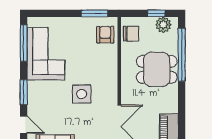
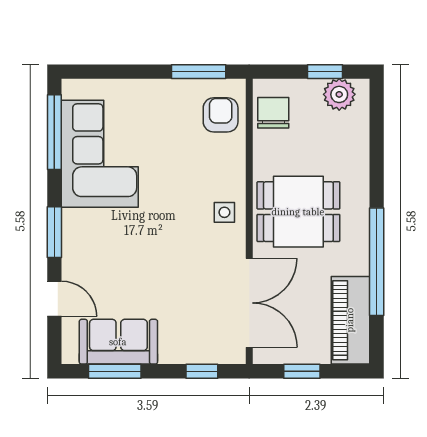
chair: (131, 34) -> (273, 113), turned -90
window: (182, 55) -> (377, 262), moved
dining table: (157, 69) -> (298, 212), moved
side table: (82, 94) -> (224, 212), moved, width x0.54, depth x0.54

